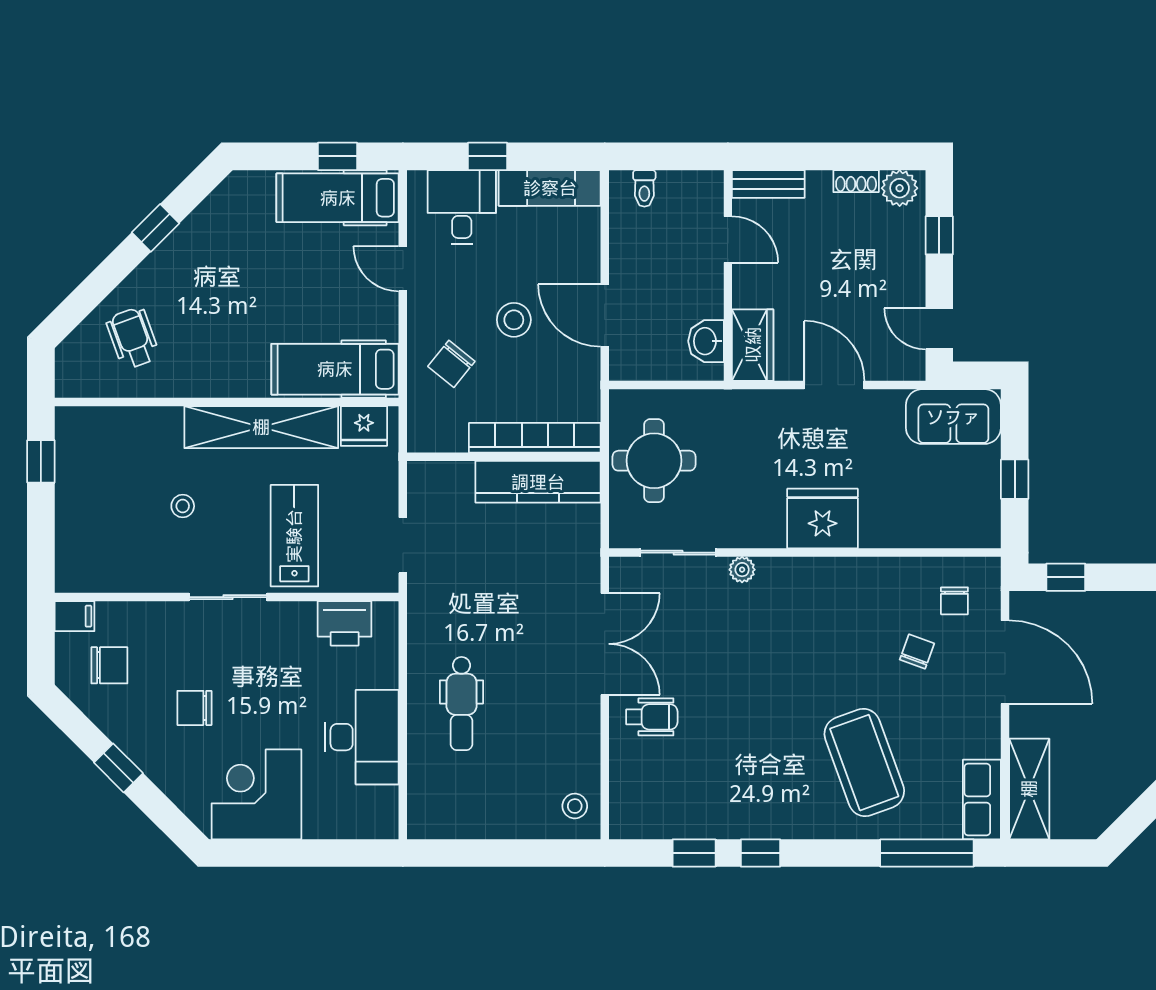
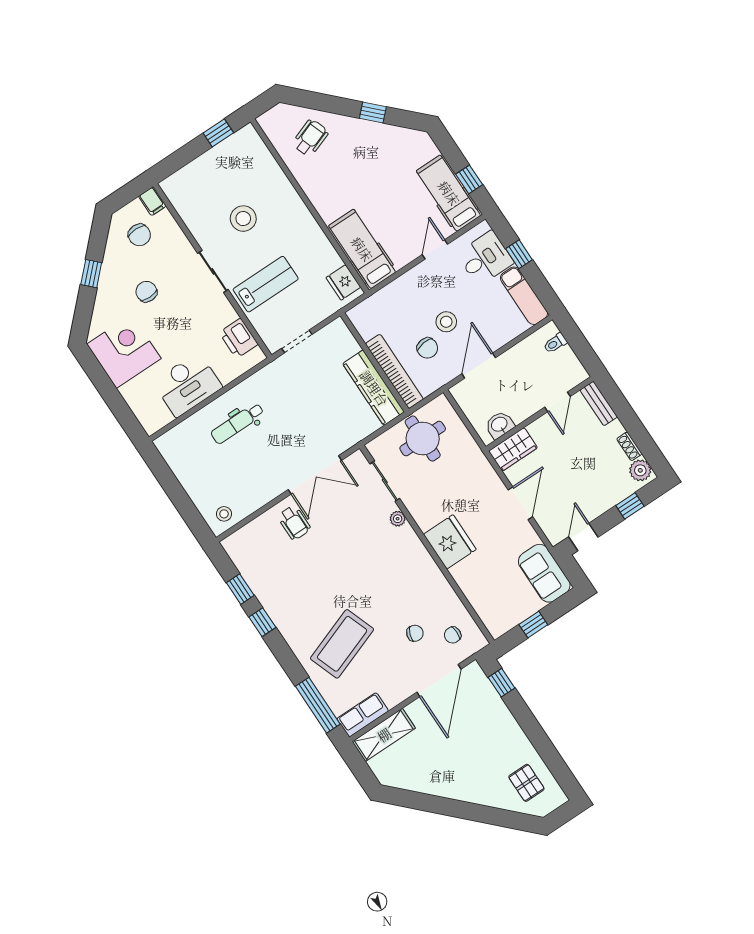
chair: (451, 364) -> (427, 348), moved, turned -135
shelving: (261, 427) -> (309, 231), removed
stool: (183, 506) -> (243, 219), width x1.89, depth x1.89

